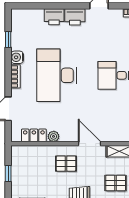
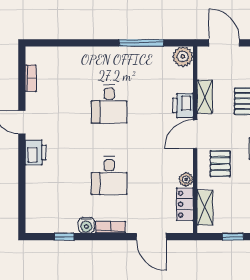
printer: (54, 17) -> (183, 105), moved, turned 180
desk: (57, 75) -> (109, 175), width x0.53, depth x0.77
shelving: (31, 151) -> (205, 208), added

